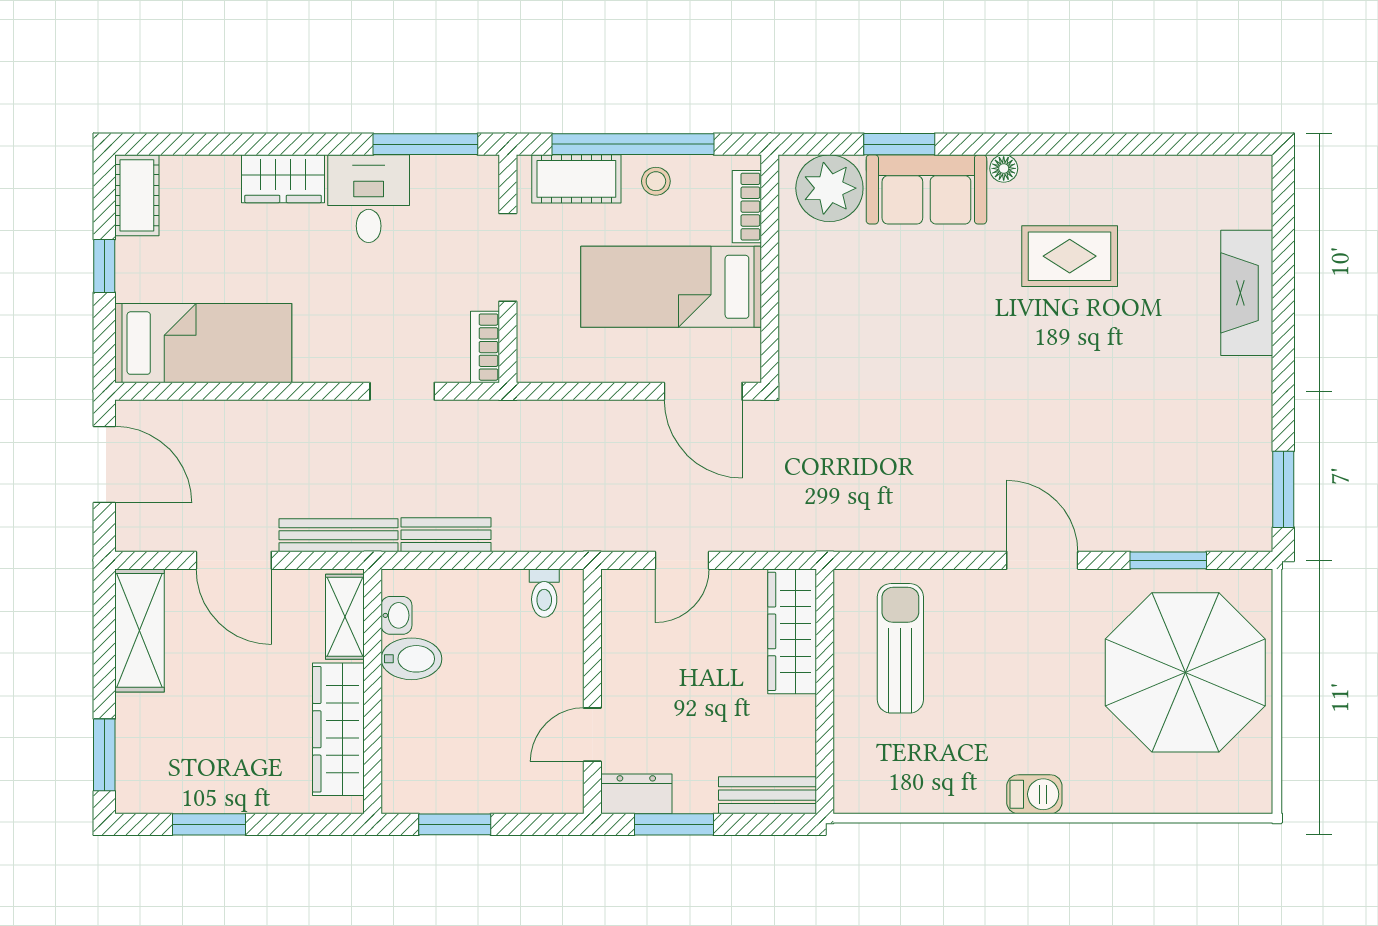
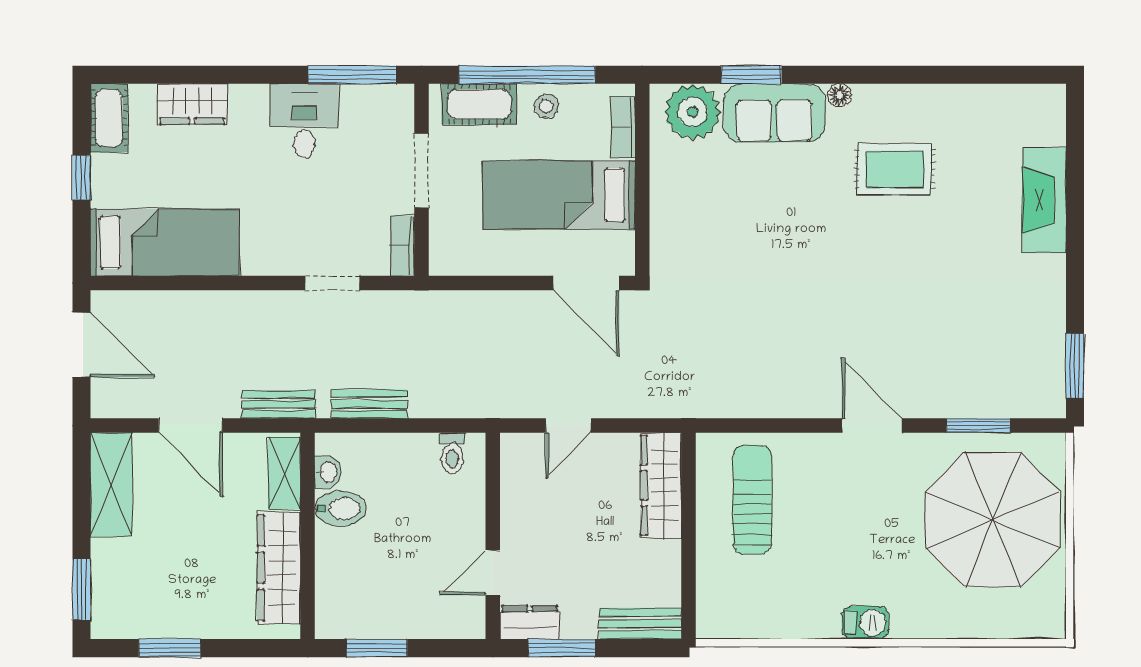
wardrobe: (283, 179) -> (192, 104), moved
bench: (339, 535) -> (279, 404), width x0.73

